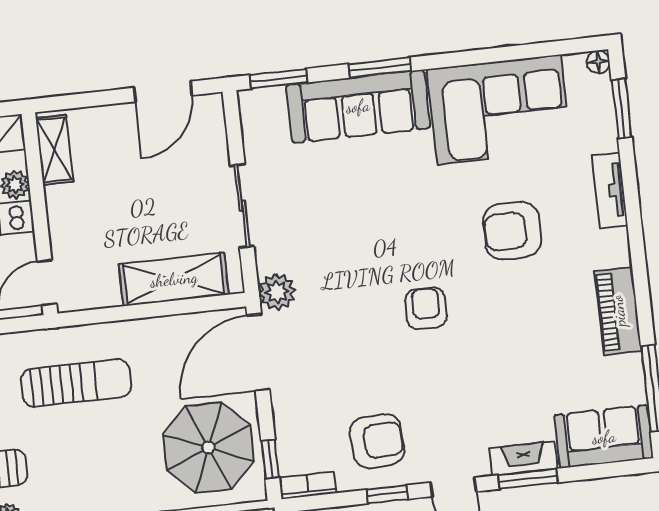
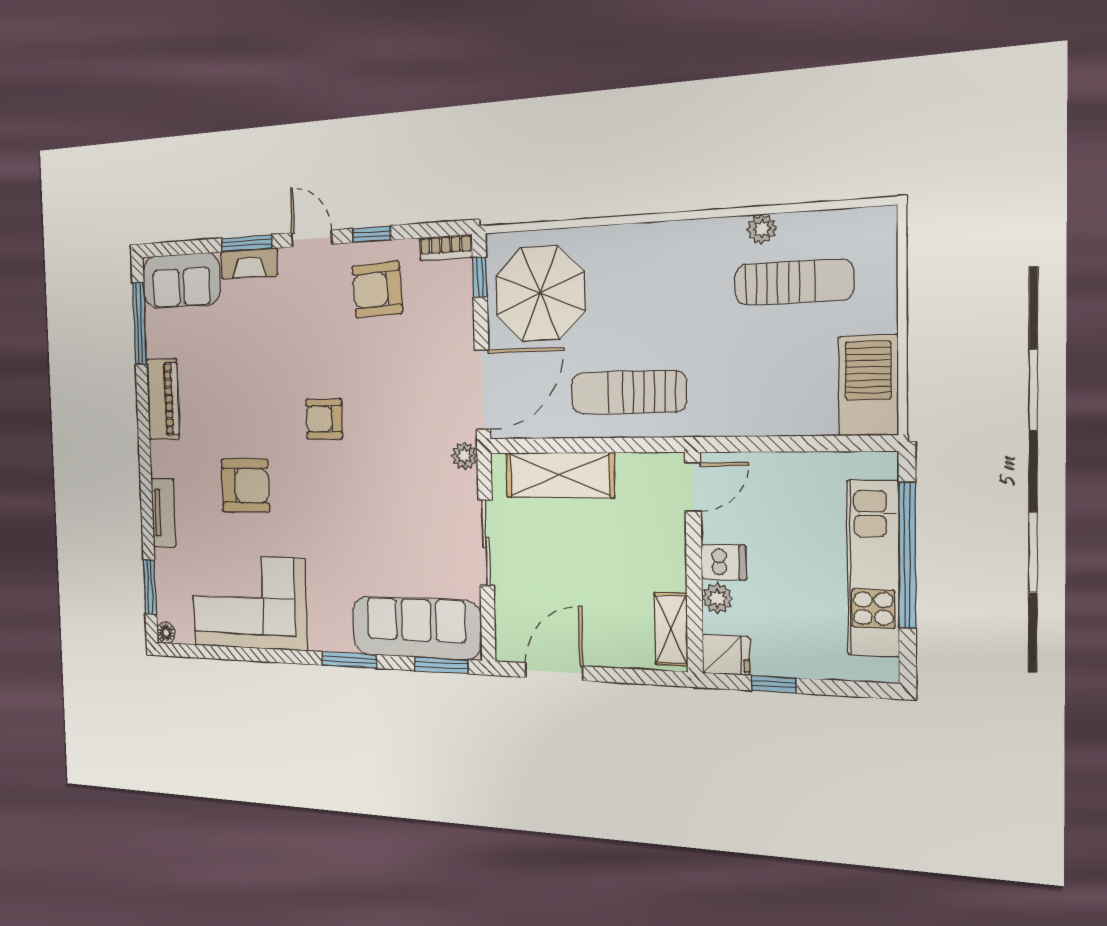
sofa: (358, 106) -> (416, 628), moved
plant: (277, 292) -> (465, 456), width x0.73, depth x0.73
armchair: (426, 308) -> (324, 419), turned 90
sun lounger: (76, 383) -> (629, 392), moved

